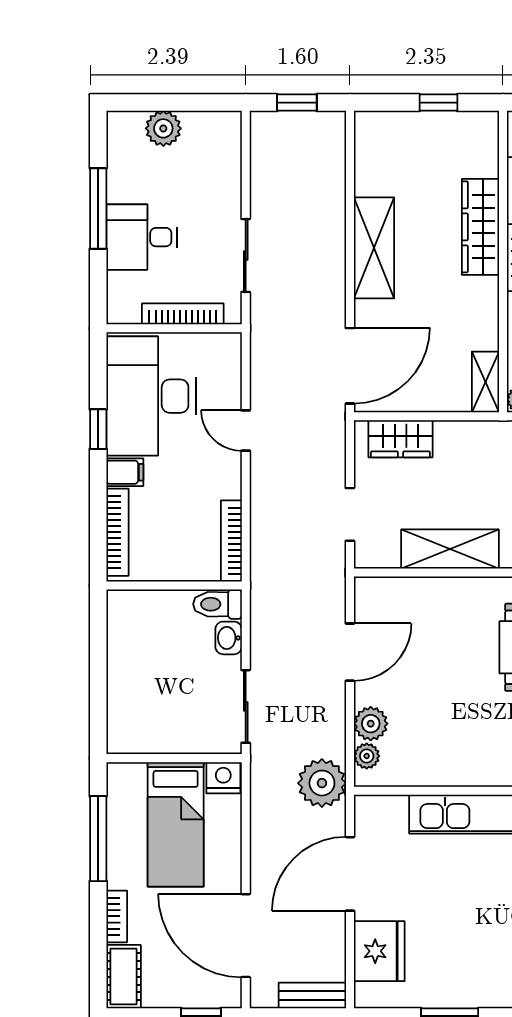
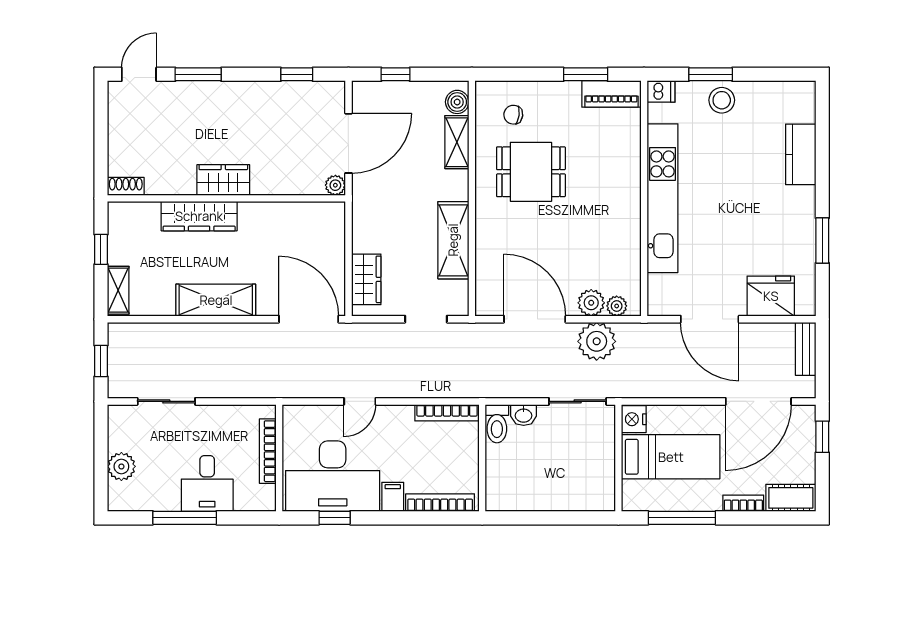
sliding door: (246, 255) -> (166, 401), moved
shelving: (485, 382) -> (118, 290), moved, turned 90
window: (98, 429) -> (335, 518), moved
door: (350, 652) -> (535, 319), width x1.36
plant: (322, 783) -> (597, 341), moved

